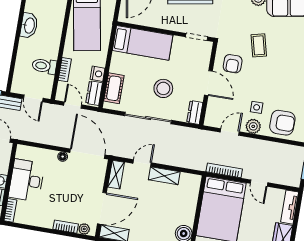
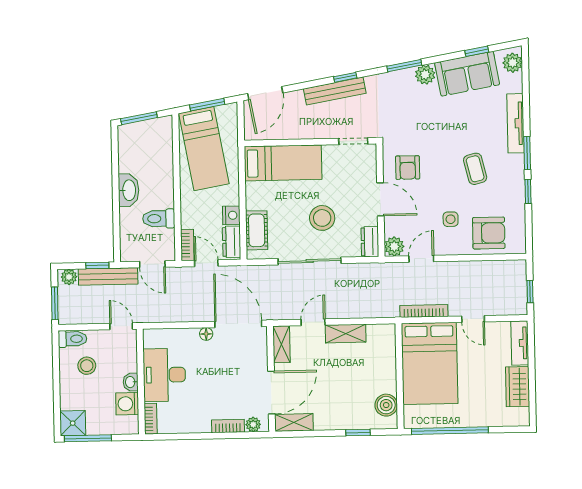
washbasin: (29, 25) -> (129, 190), moved
coffee table: (259, 45) -> (475, 169), moved
bookcase: (65, 70) -> (187, 245), moved
plant: (253, 126) -> (394, 246), moved

